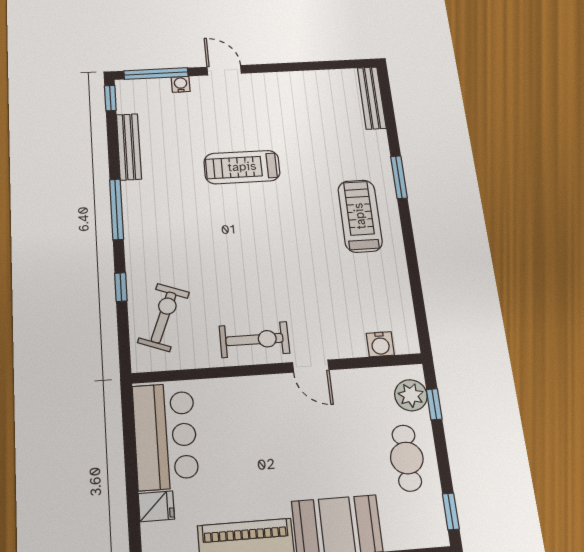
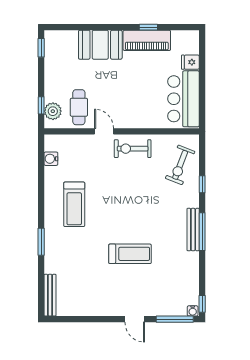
water cooler: (181, 84) -> (193, 311), moved
bench: (129, 147) -> (193, 230), moved
treadmill: (360, 216) -> (74, 204), moved
water cooler: (380, 344) -> (51, 159), moved, turned -90
cafe table: (407, 458) -> (79, 107), moved

